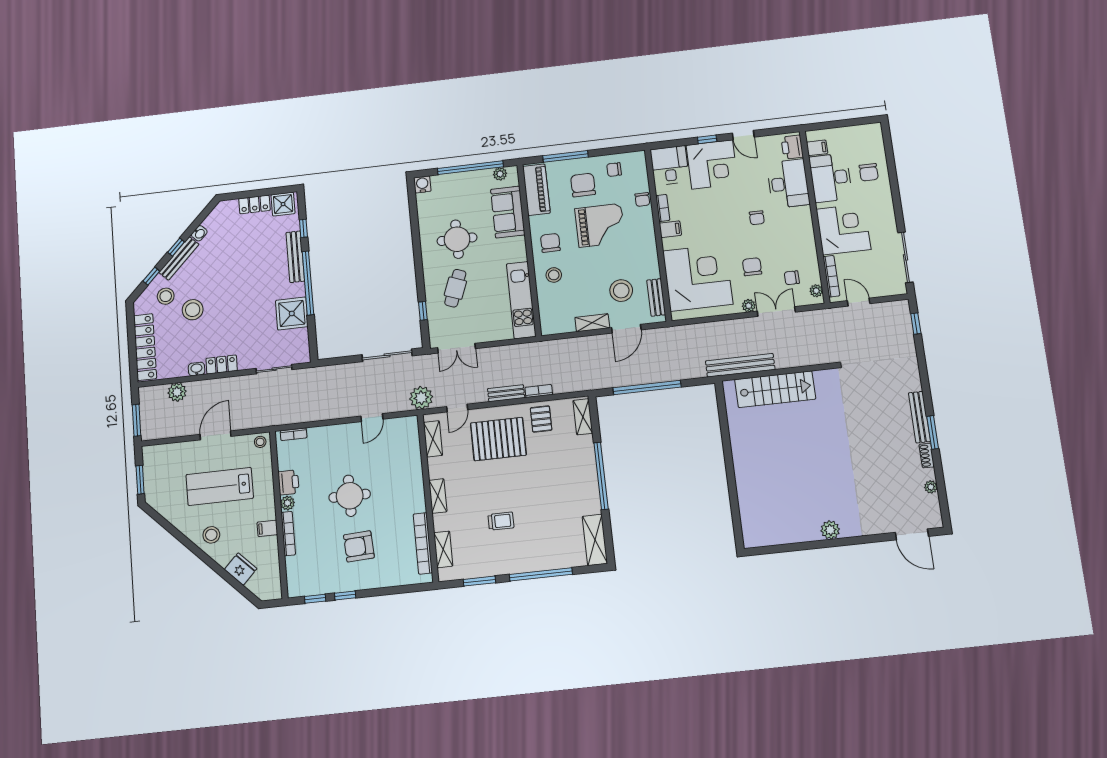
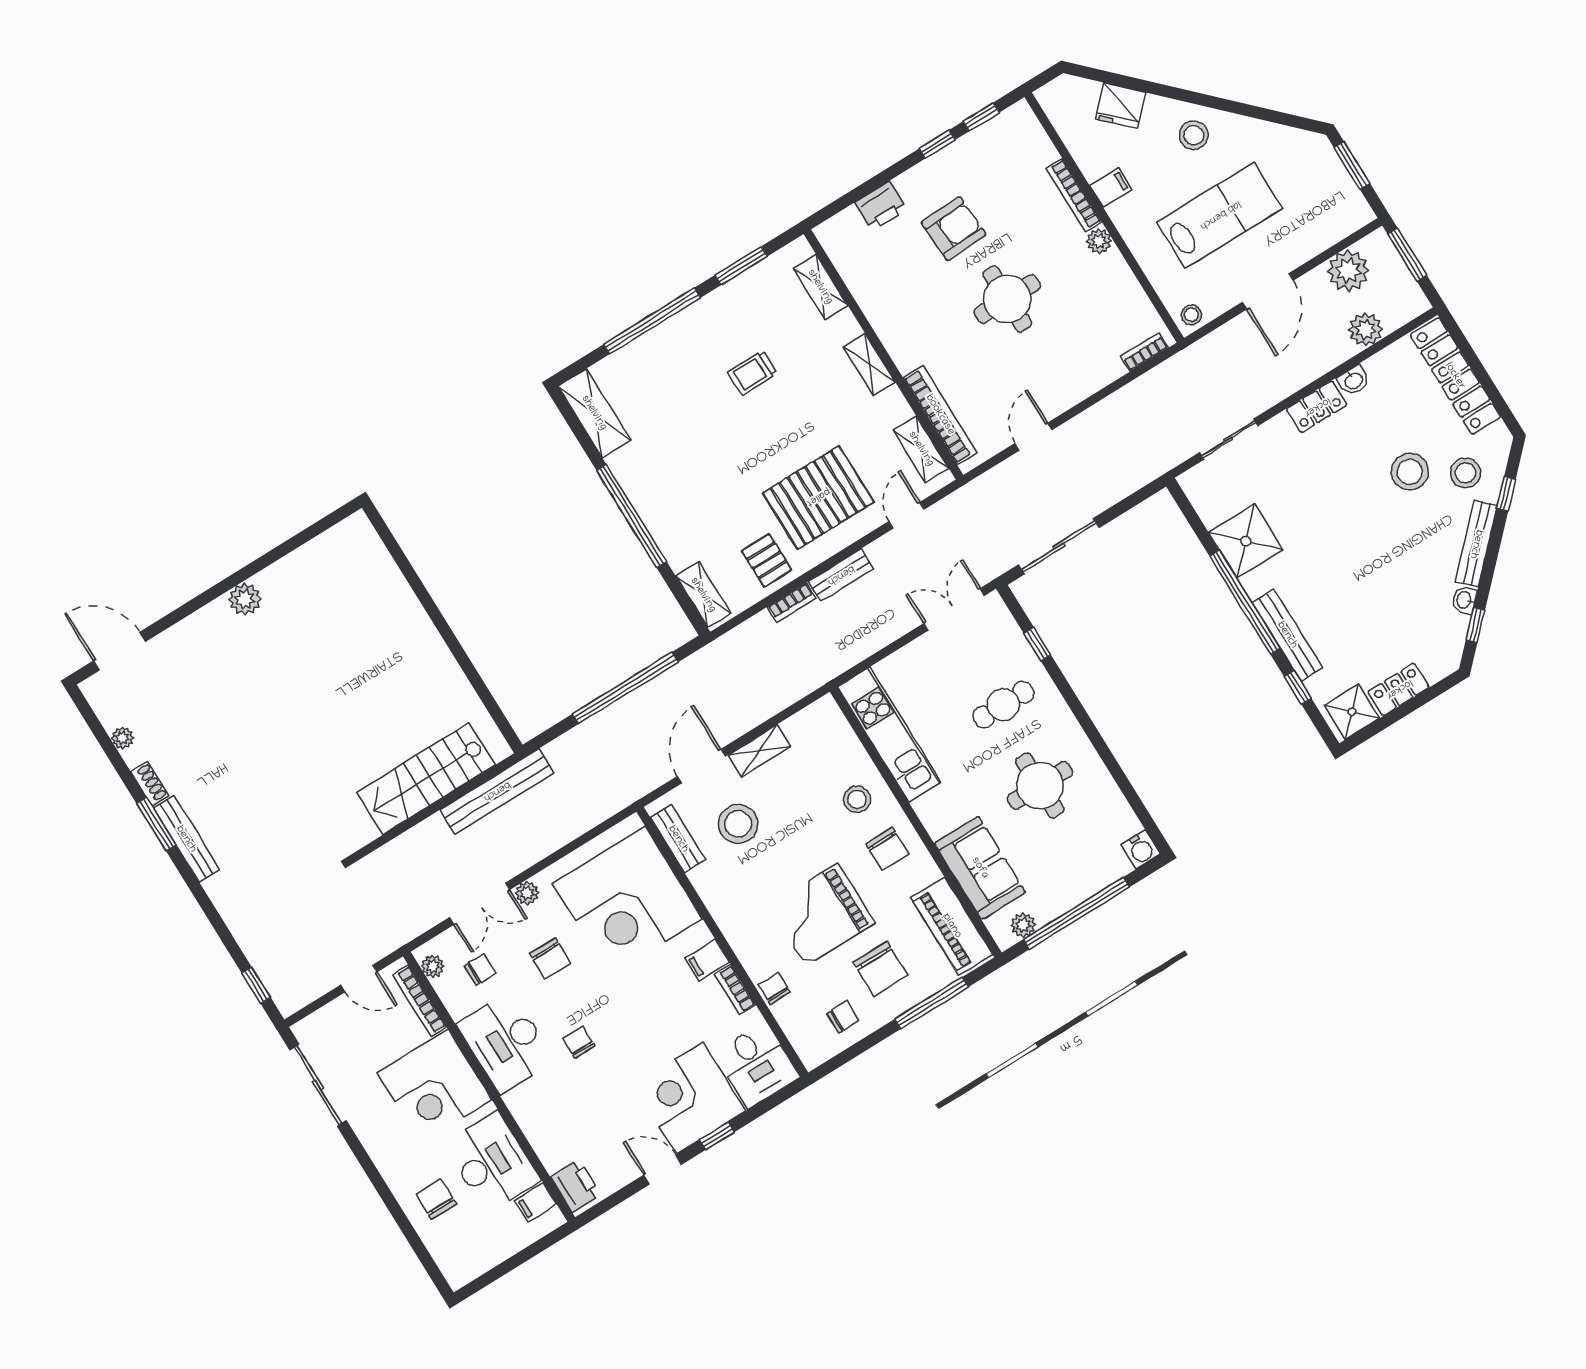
desk: (788, 184) -> (506, 1043), moved
window: (176, 247) -> (1475, 625), moved
cafe table: (455, 288) -> (1003, 705), turned 69
plant: (421, 398) -> (1348, 271), moved
printer: (289, 482) -> (881, 206), moved, turned -90
bookcase: (423, 543) -> (940, 415), moved

